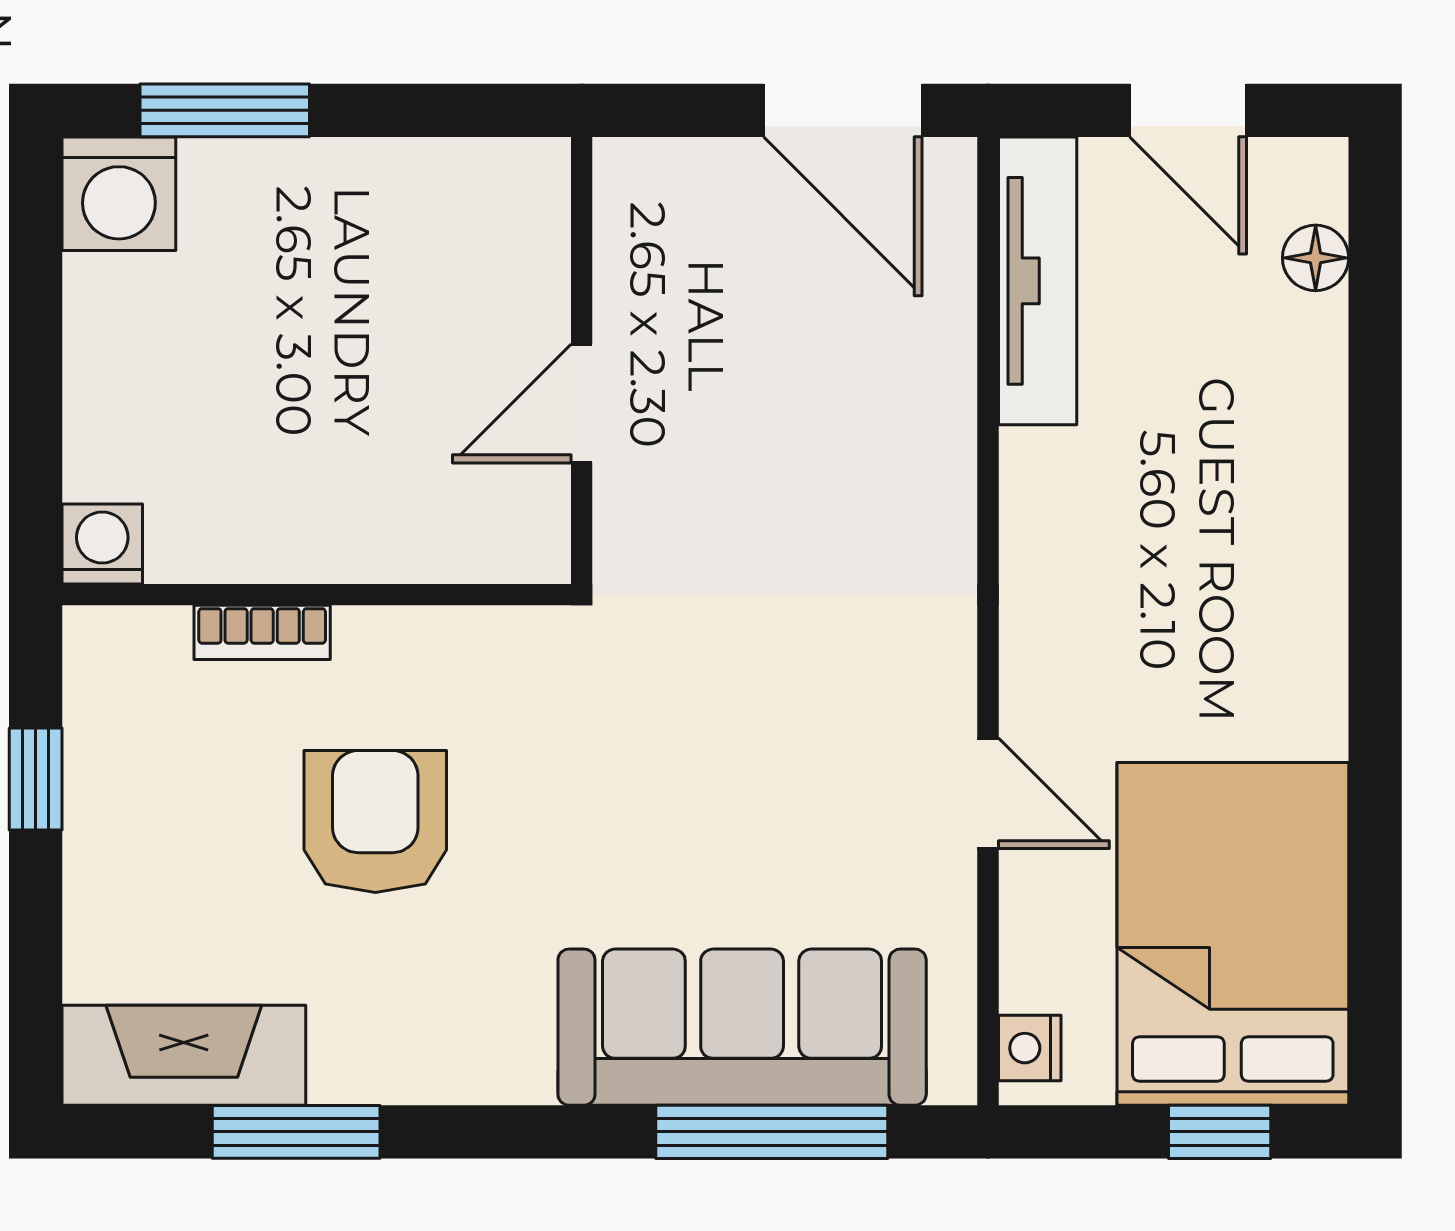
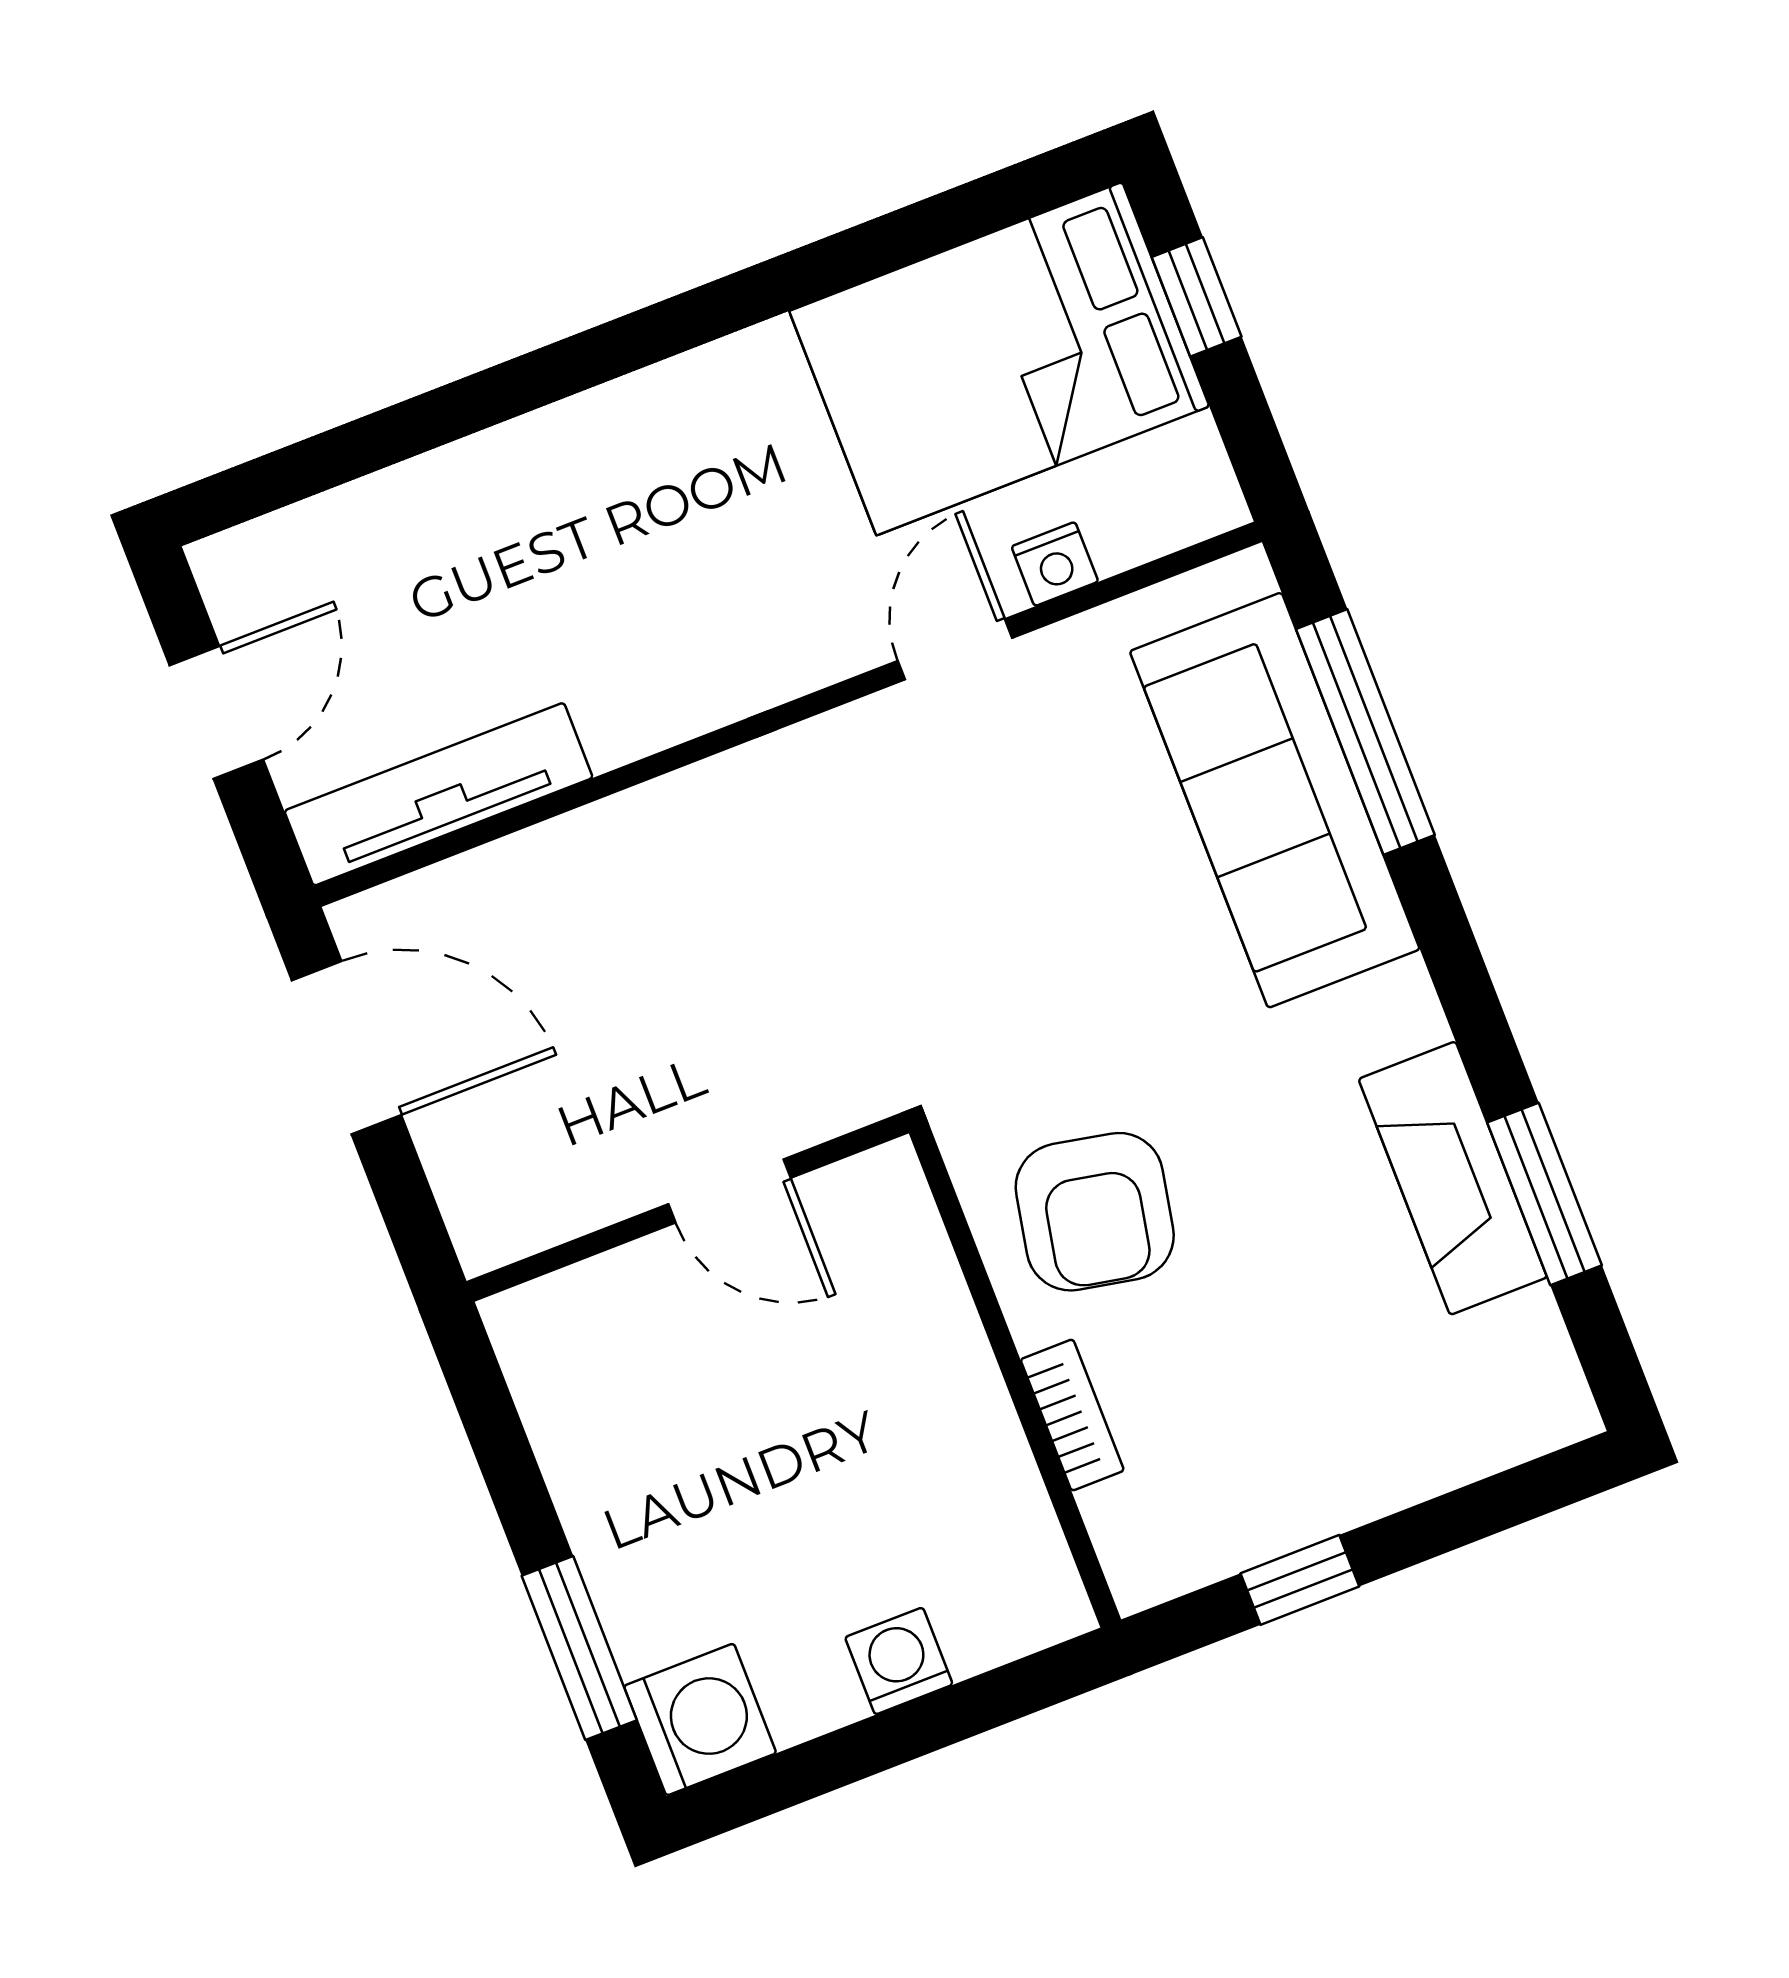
door: (843, 110) -> (346, 1048), hinge flipped
floor lamp: (1316, 258) -> (311, 533), removed
washing machine: (102, 544) -> (899, 1661), moved, turned 90
armchair: (375, 821) -> (1095, 1212), moved, turned -79
nightstand: (1030, 1048) -> (1055, 564), moved
fireplace: (184, 1055) -> (1453, 1178), moved

